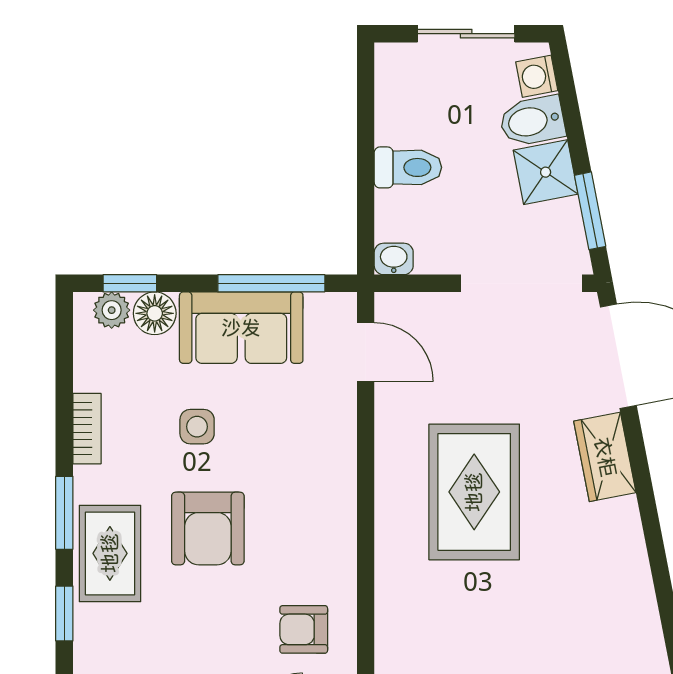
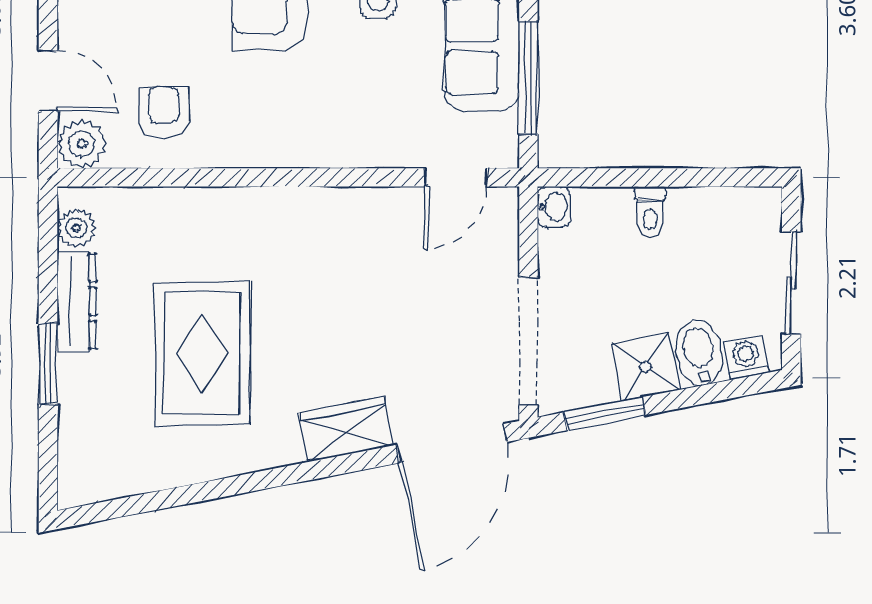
toilet: (408, 167) -> (650, 212), width x0.73, depth x0.72
rug: (474, 492) -> (202, 353), moved, turned 90

